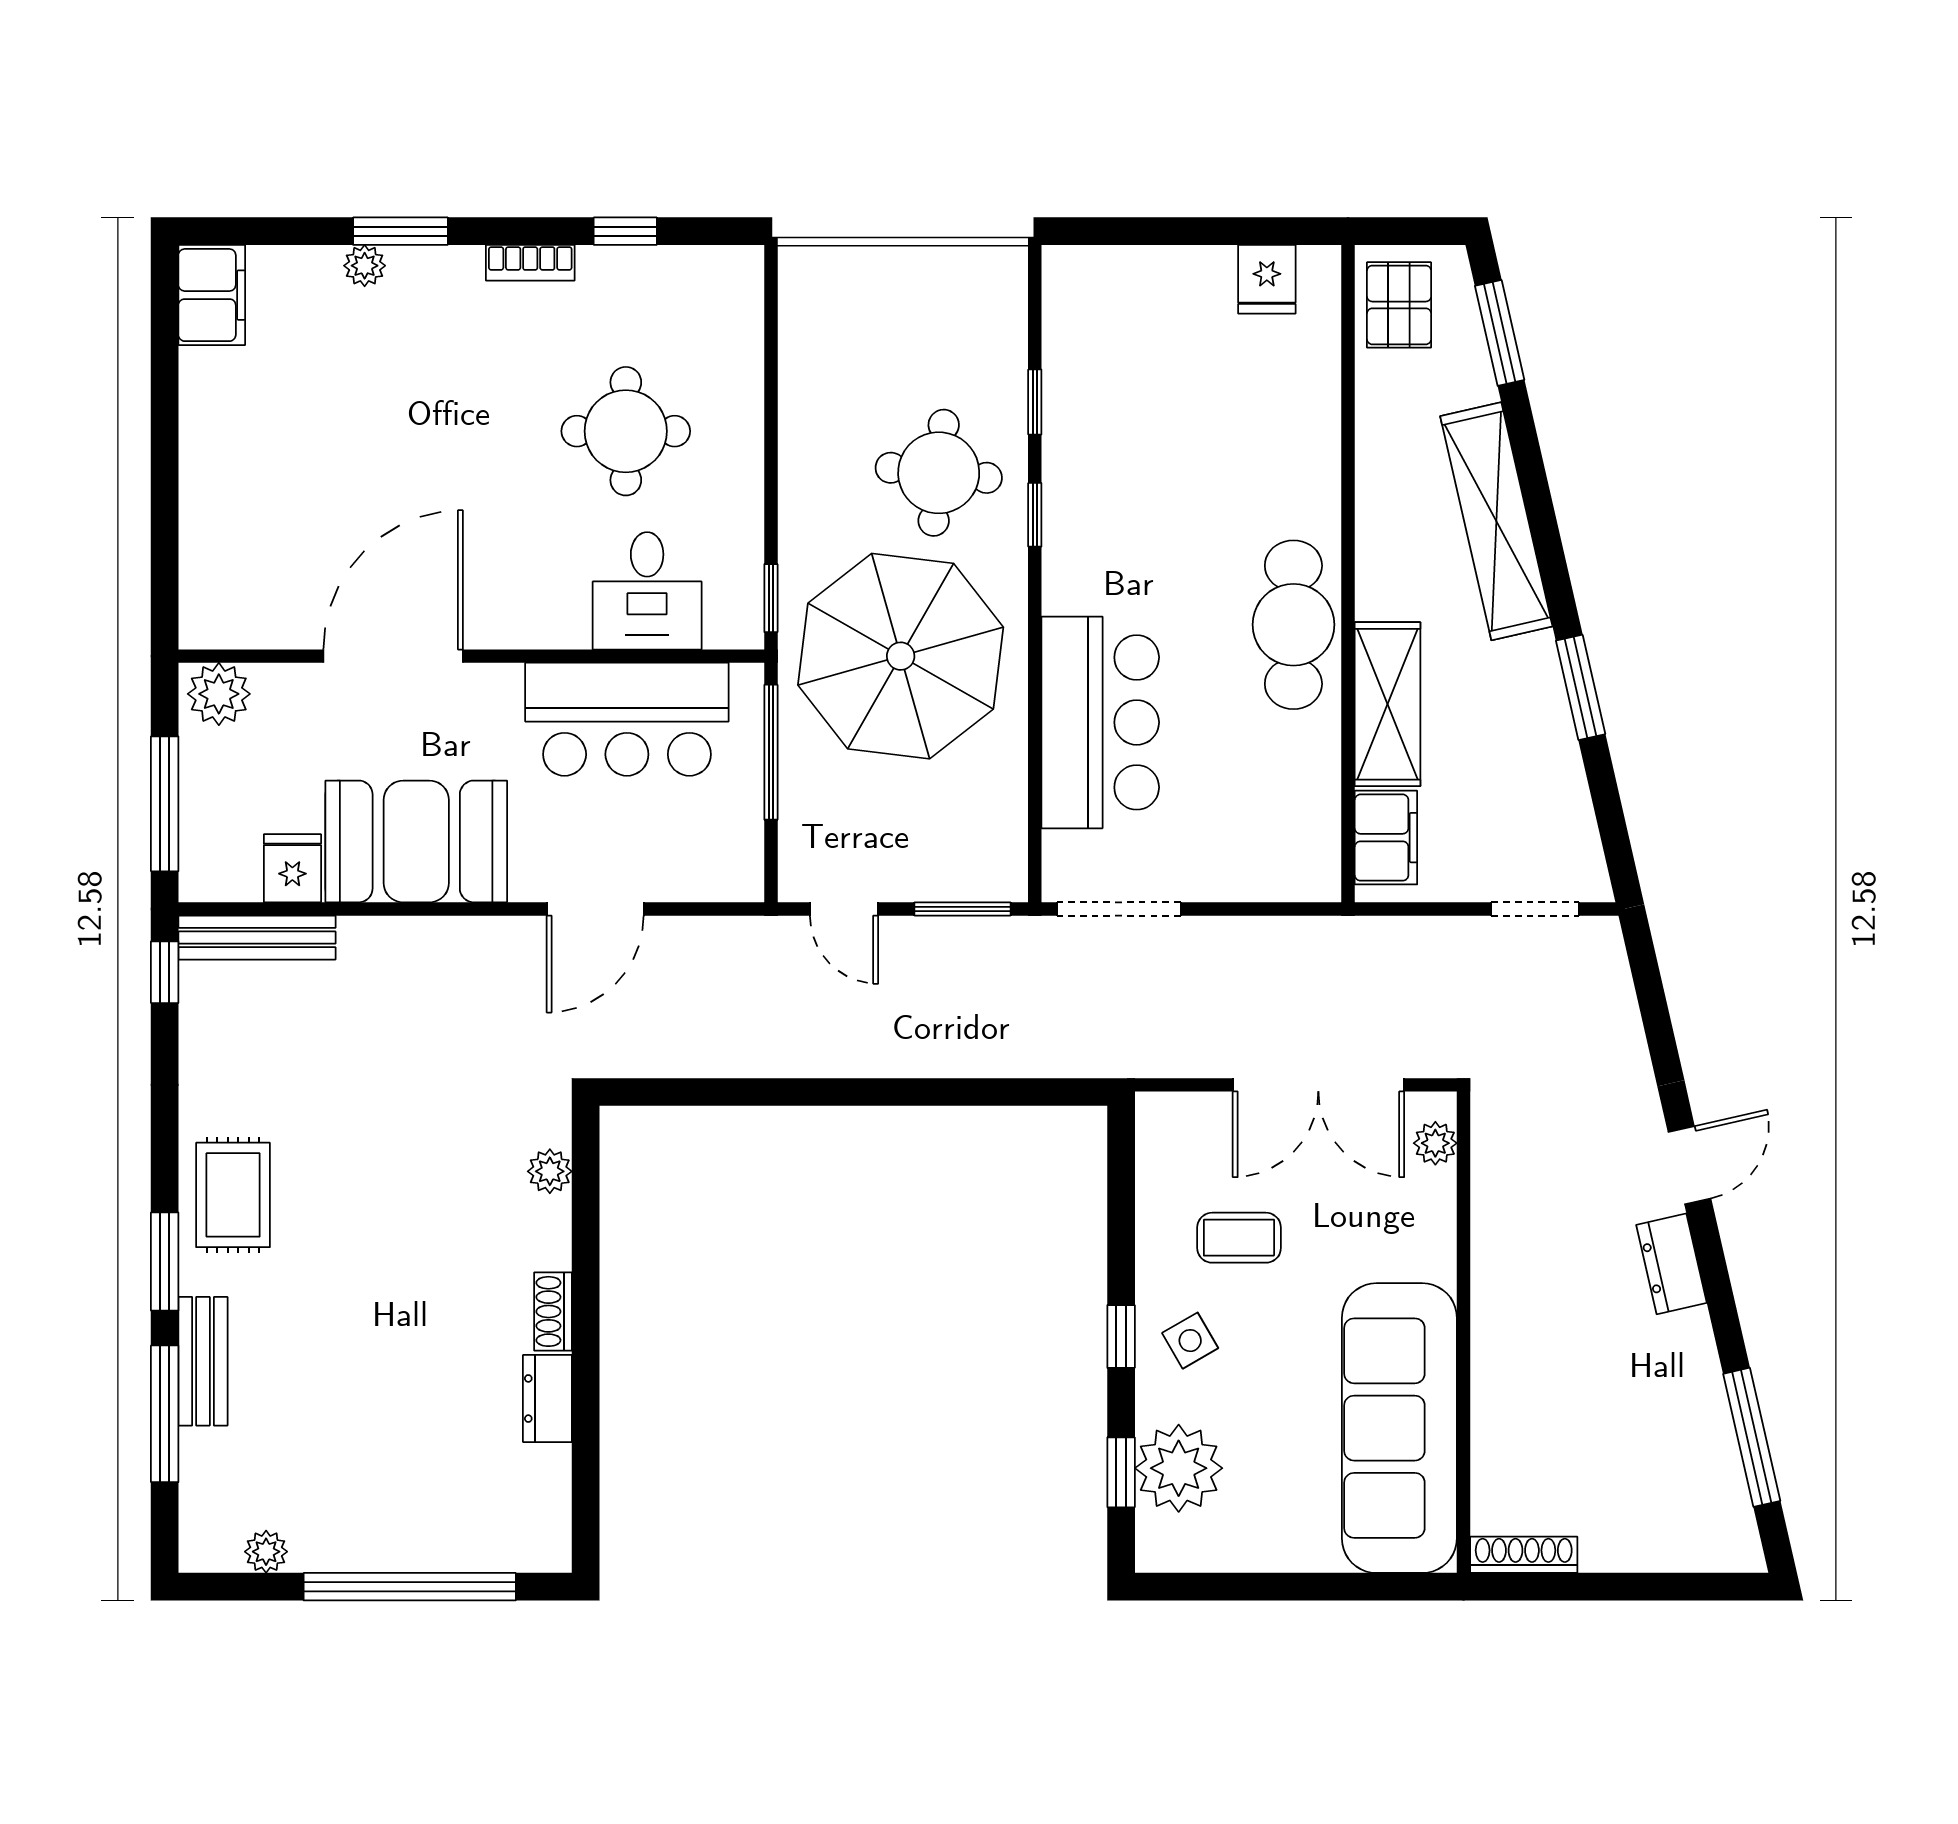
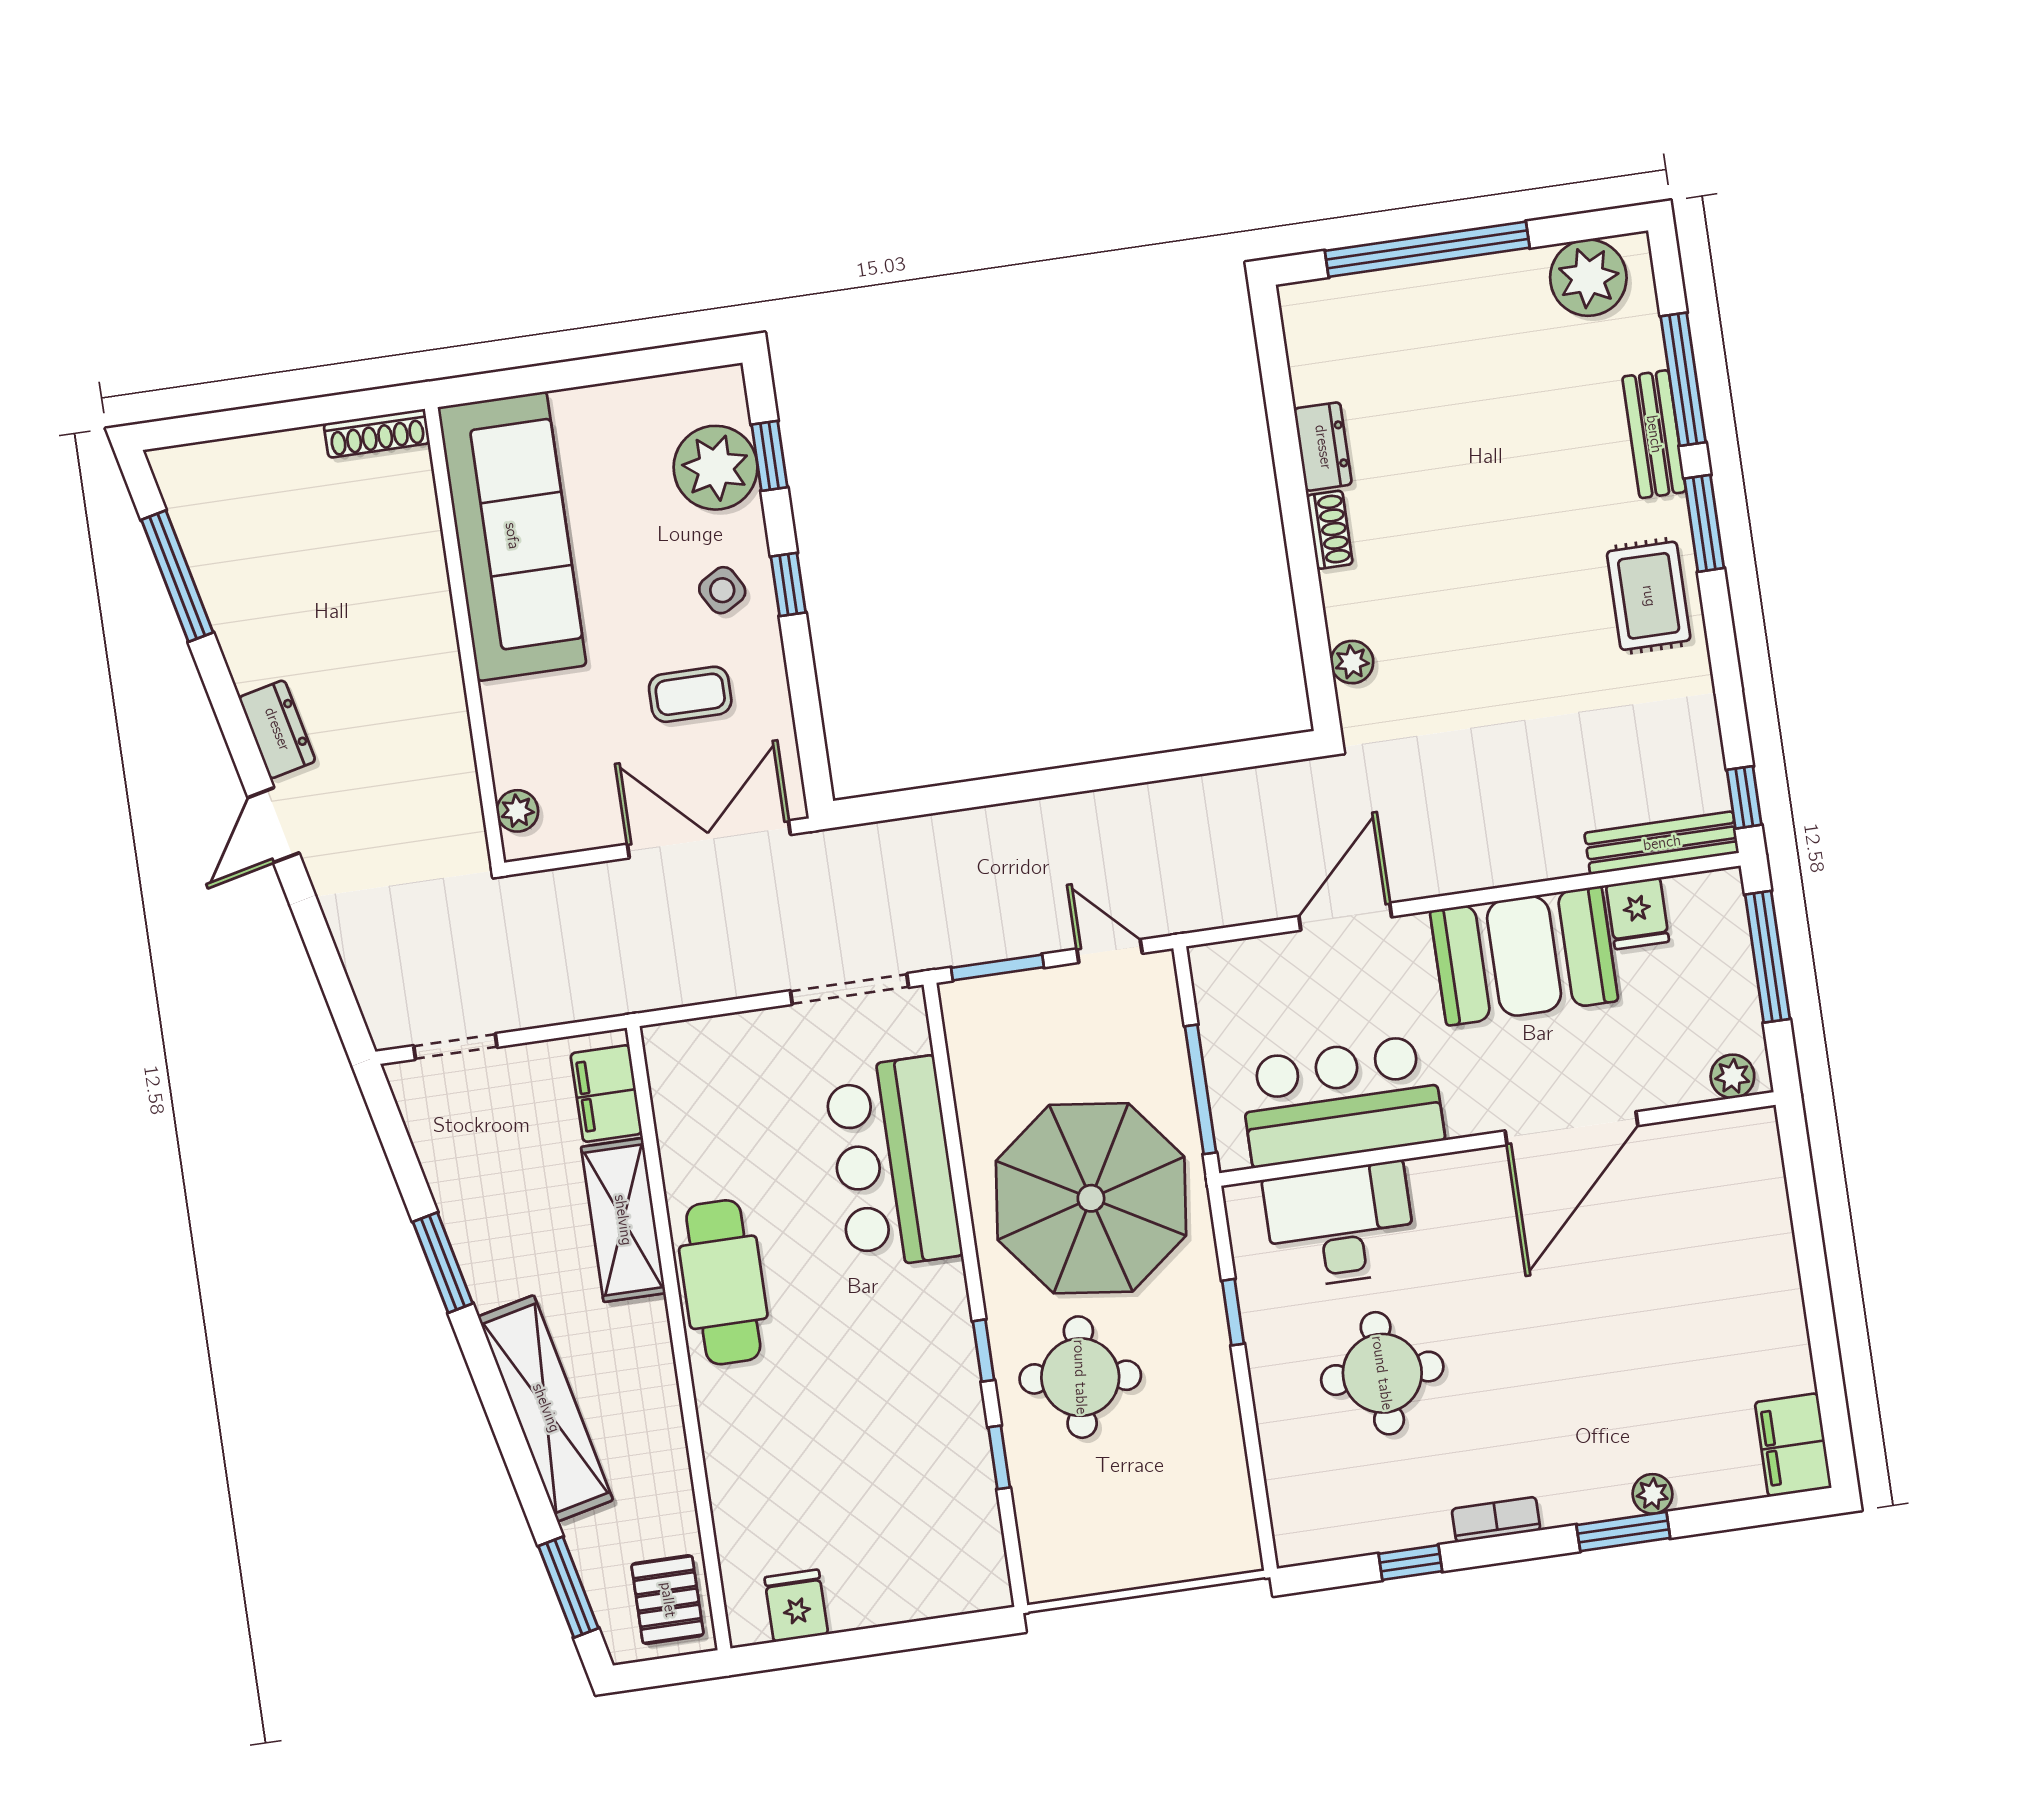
desk: (647, 591) -> (1340, 1225), width x1.37
window: (771, 598) -> (1233, 1312), moved
plant: (219, 694) -> (1732, 1076), width x0.73, depth x0.73
double door: (1318, 1085) -> (709, 839), moved
plant: (266, 1552) -> (1588, 278), width x1.87, depth x1.87

